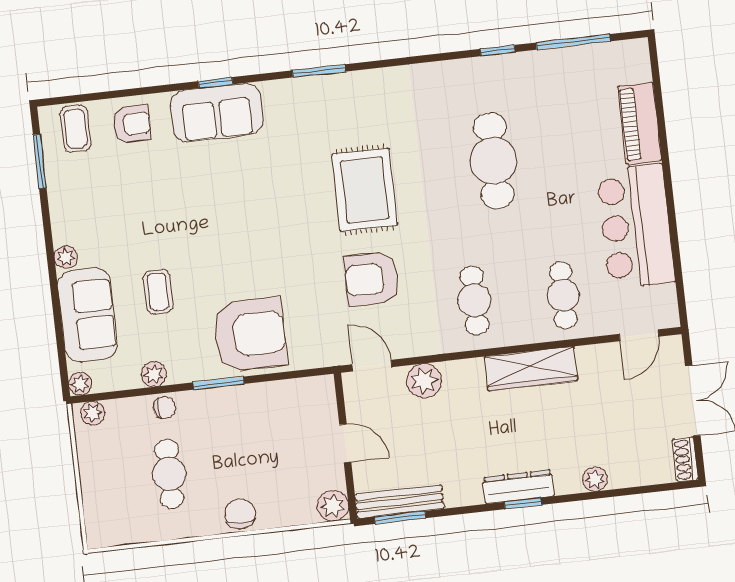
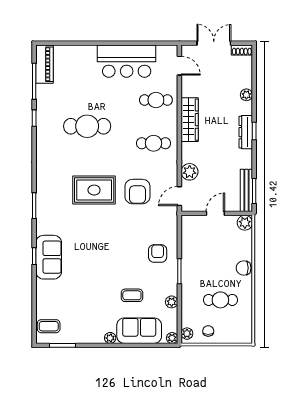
piano: (640, 123) -> (45, 64), moved, turned -90
armchair: (132, 124) -> (50, 299), removed
armchair: (250, 334) -> (158, 253), width x0.53, depth x0.53
chair: (165, 408) -> (208, 331), moved

